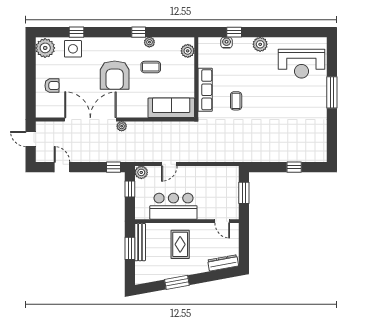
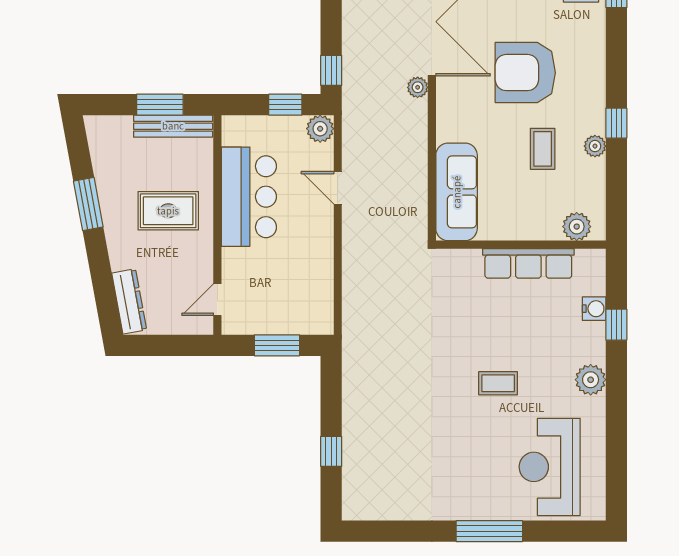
row of seats: (205, 90) -> (528, 263), moved
coffee table: (236, 101) -> (498, 383), moved

